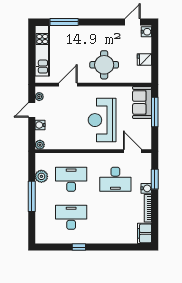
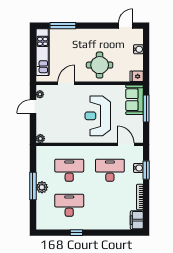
water cooler: (146, 32) -> (138, 49), moved
fridge: (144, 60) -> (137, 76), moved
water cooler: (40, 125) -> (41, 120), removed
plant: (41, 176) -> (42, 187), moved
desk: (115, 179) -> (110, 170), turned 180
water cooler: (146, 188) -> (138, 168), moved

